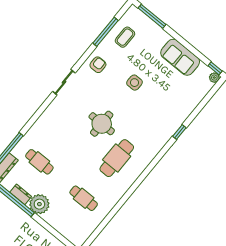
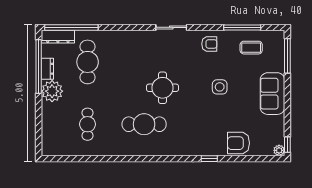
sofa: (180, 57) -> (272, 94), moved
armchair: (185, 102) -> (238, 143), added
cafe table: (39, 162) -> (88, 62), width x1.37, depth x1.35

